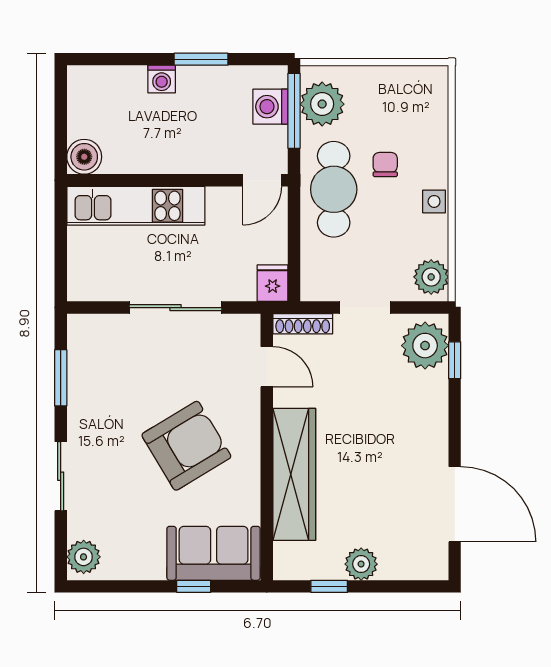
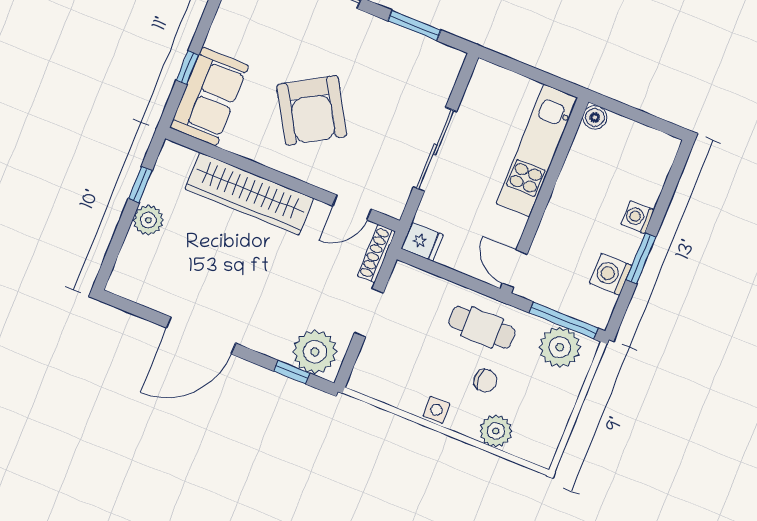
washing machine: (270, 107) -> (611, 274), moved, turned -90
boiler: (84, 157) -> (595, 117), width x0.73, depth x0.73
cafe table: (334, 189) -> (482, 327), width x0.73, depth x0.74
plant: (431, 277) -> (496, 431), moved
door: (455, 504) -> (201, 335), moved

